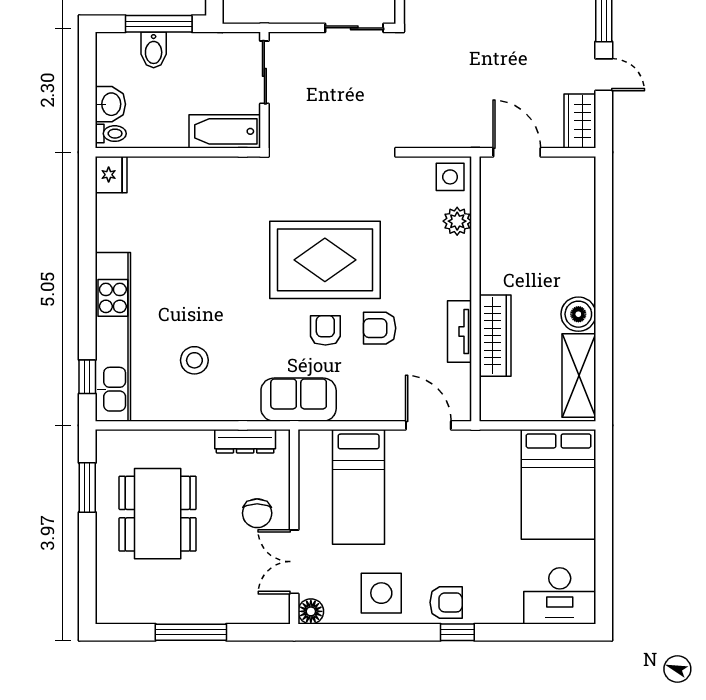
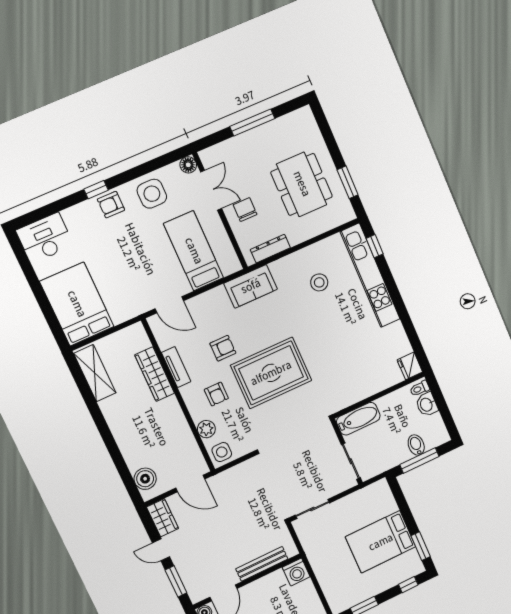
boiler: (578, 314) -> (145, 479), moved
armchair: (325, 330) -> (216, 394), moved

